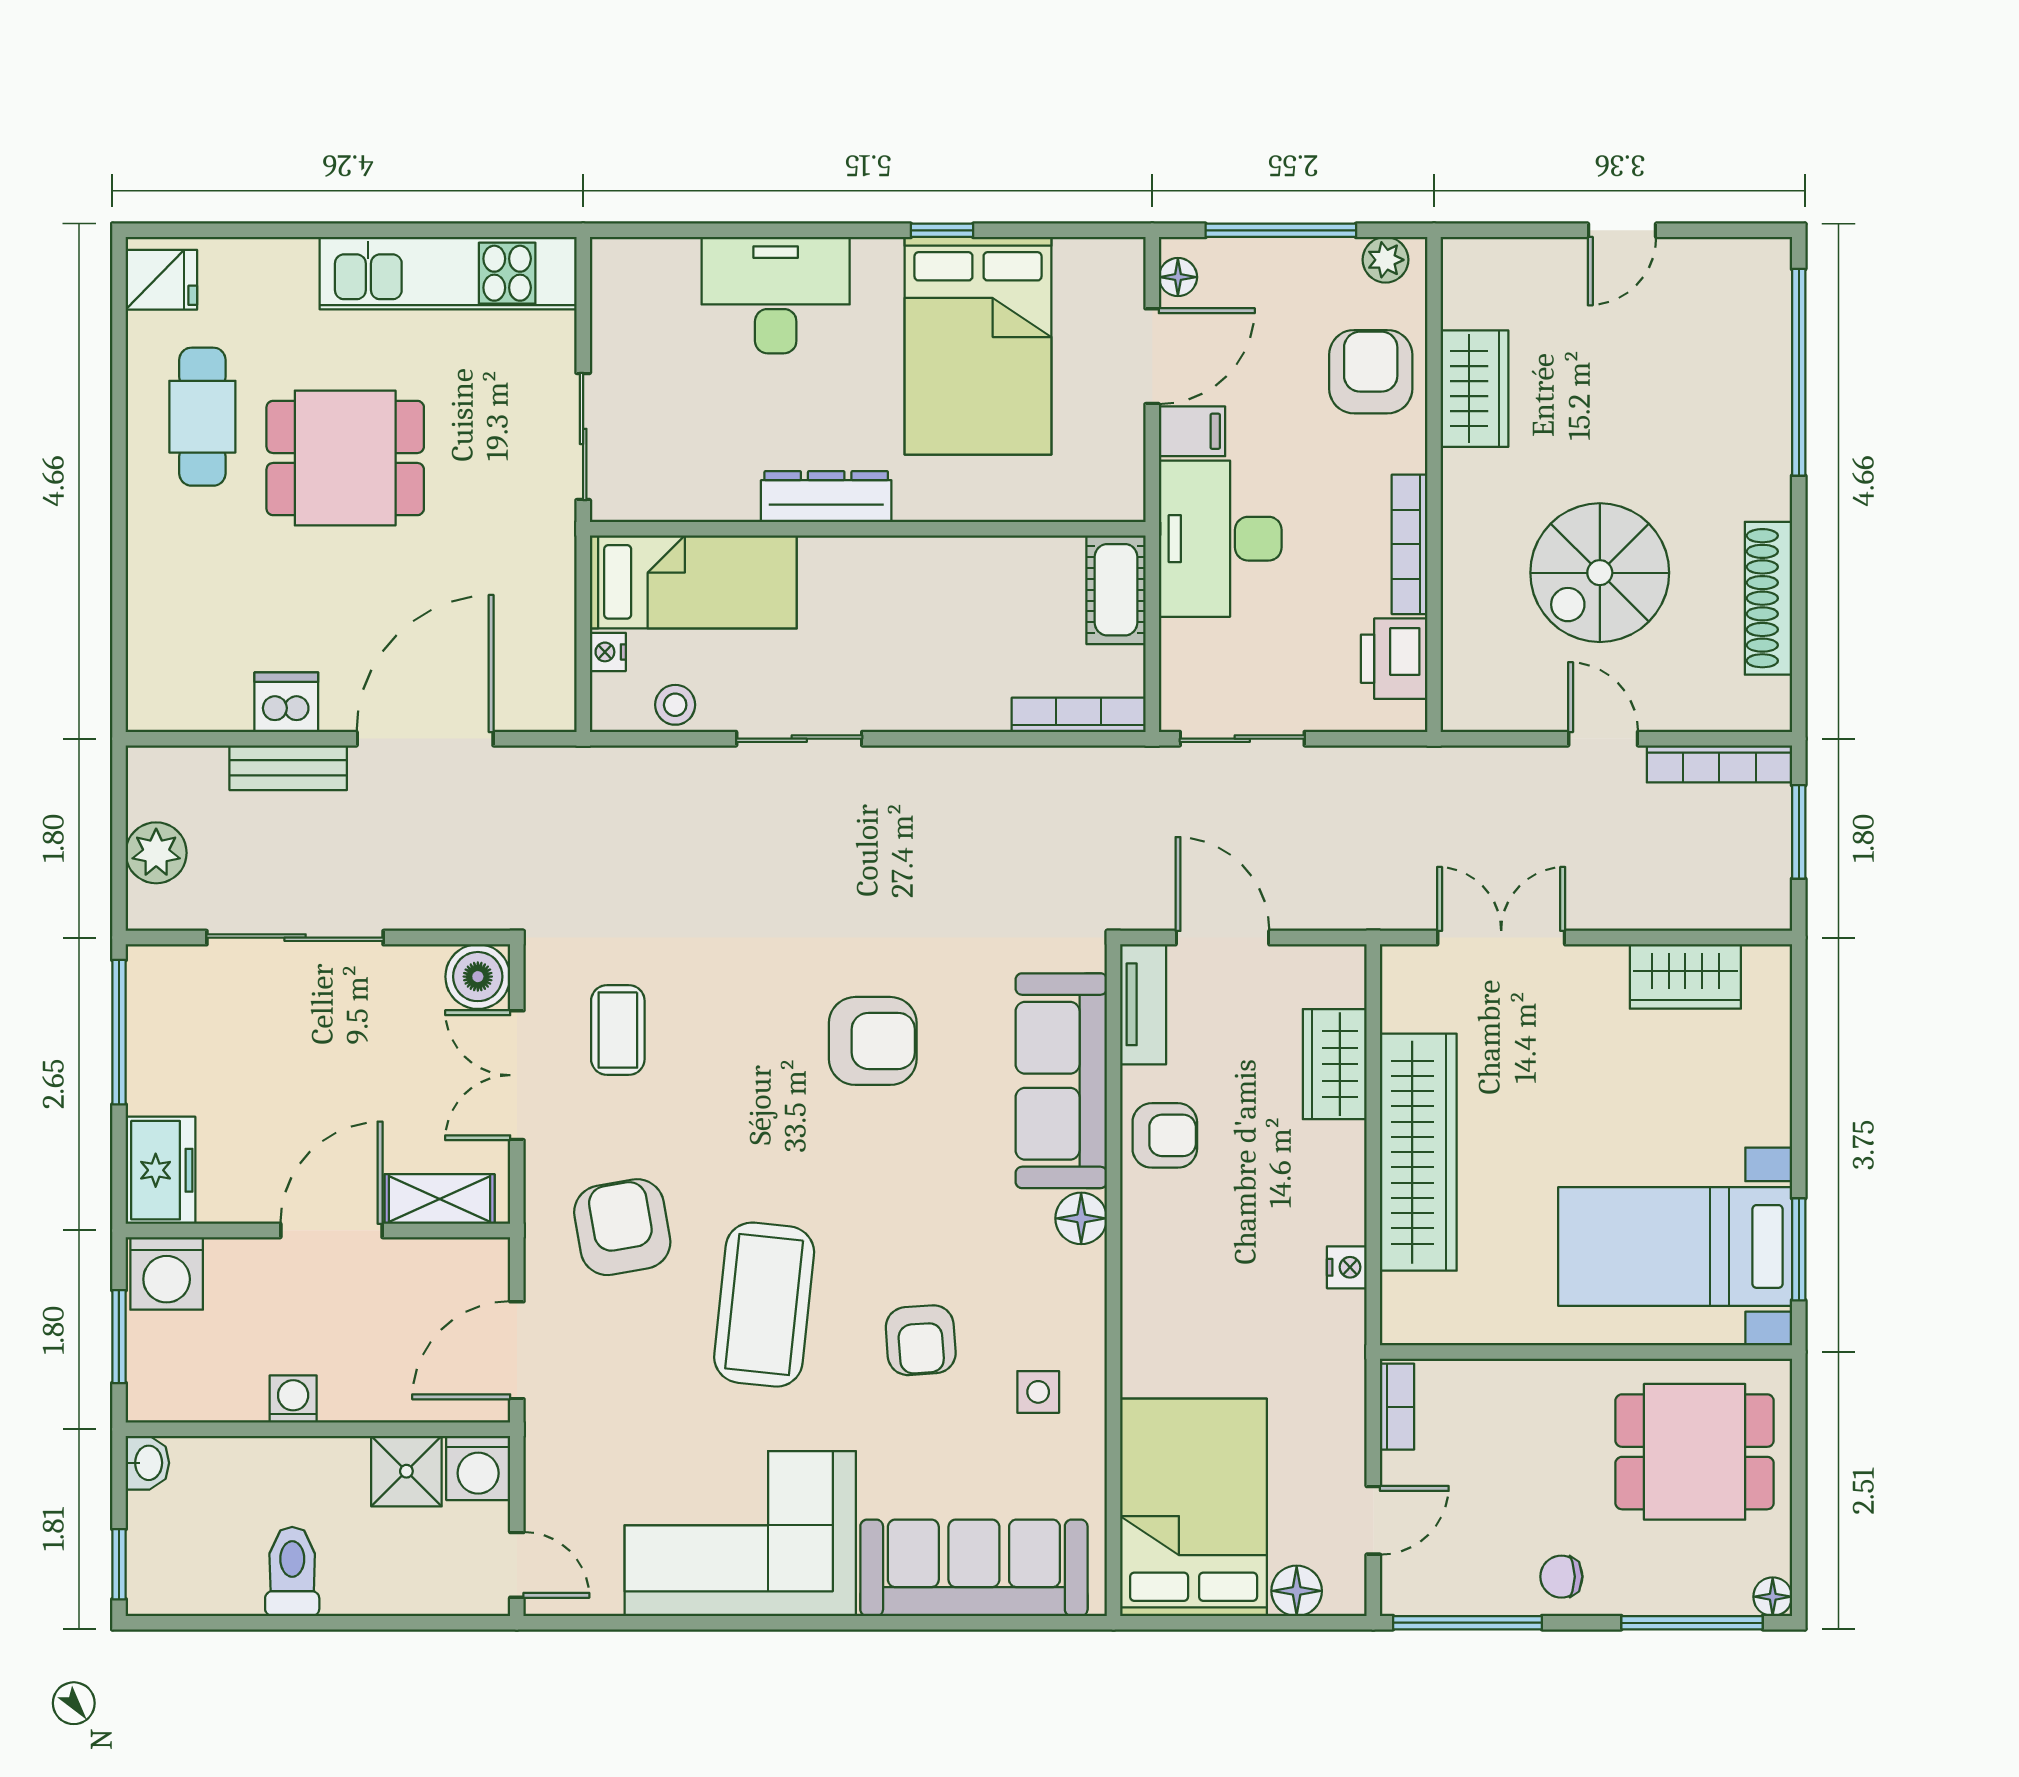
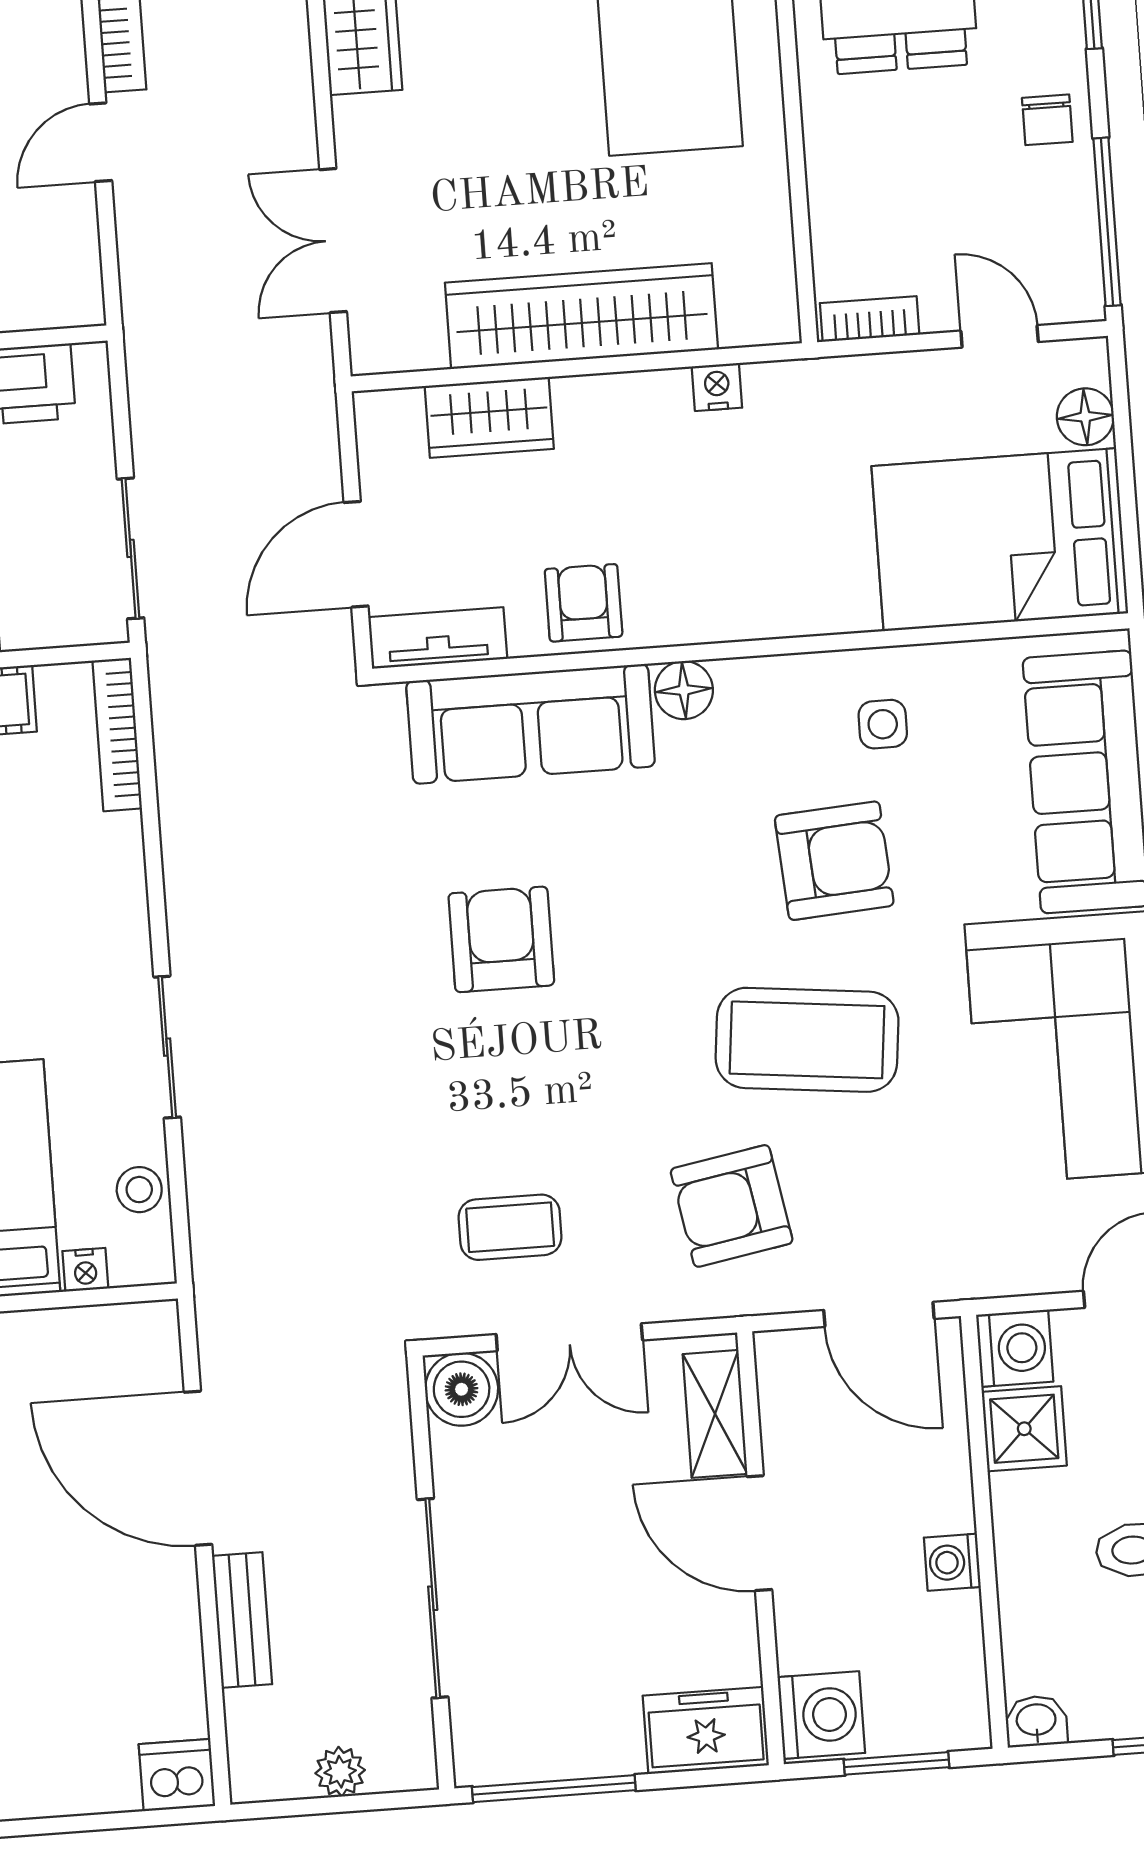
dishwasher: (286, 702) -> (177, 1775), moved, turned 90
plant: (156, 853) -> (340, 1772), width x0.73, depth x0.73
armchair: (921, 1340) -> (834, 861), width x1.38, depth x1.38

